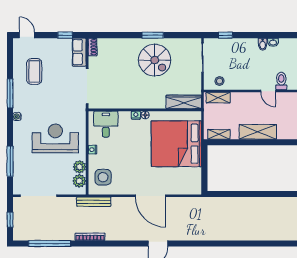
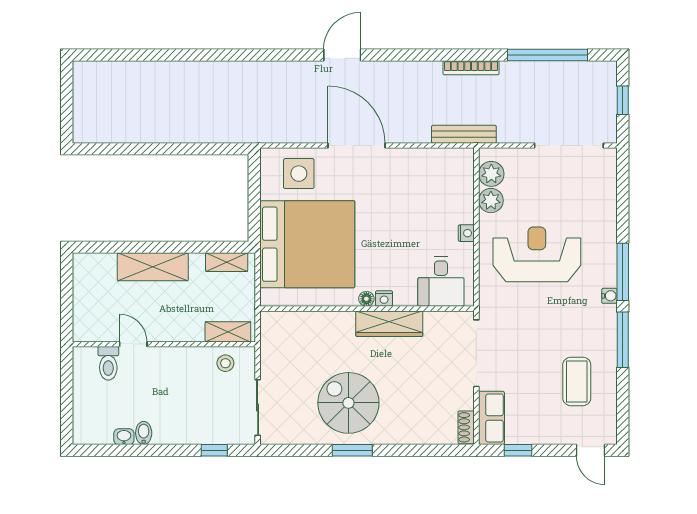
wardrobe: (184, 102) -> (389, 324), moved
reception desk: (55, 138) -> (537, 254), turned 180
window: (10, 161) -> (623, 272), moved
side table: (103, 177) -> (299, 174), moved

